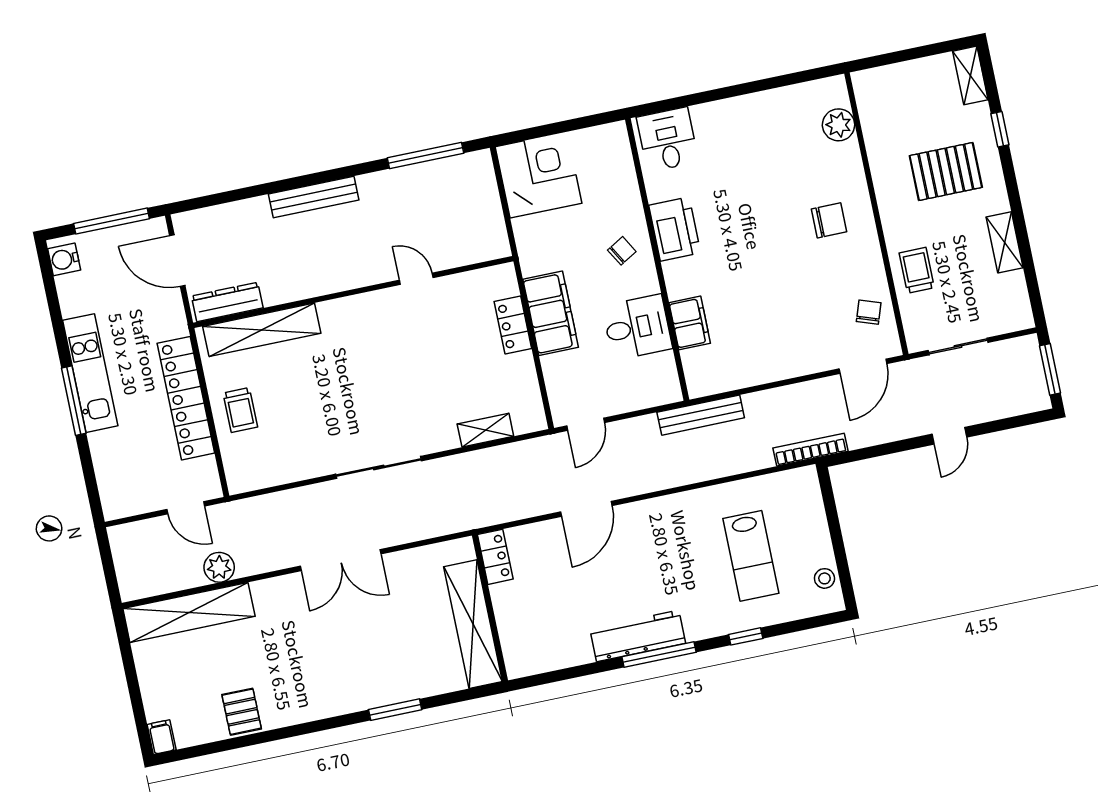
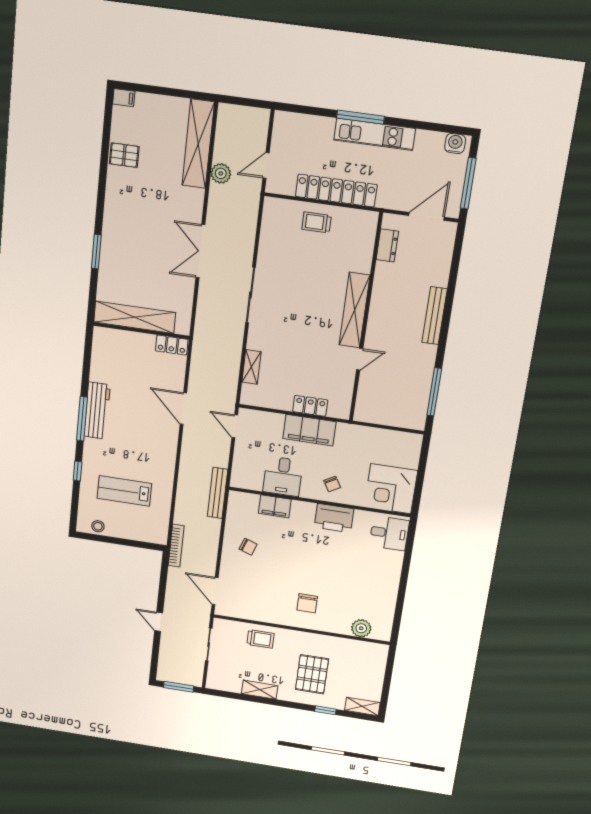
corner desk: (538, 175) -> (391, 489), moved, turned 90
dresser: (227, 302) -> (387, 245), width x0.70
chair: (869, 312) -> (248, 547), moved
shelving: (262, 330) -> (355, 310), moved

